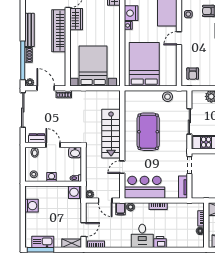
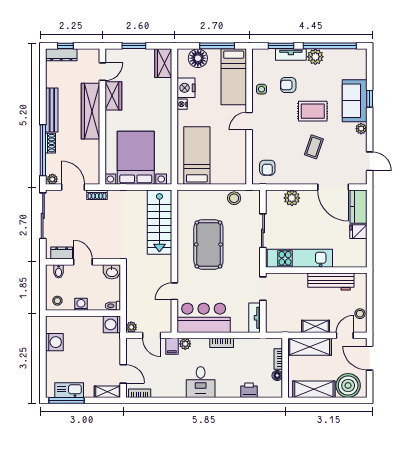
bed: (144, 64) -> (197, 155), width x0.67
stairs: (111, 134) -> (159, 222), moved
door: (84, 230) -> (123, 374), hinge flipped
printer: (160, 242) -> (249, 390), moved

